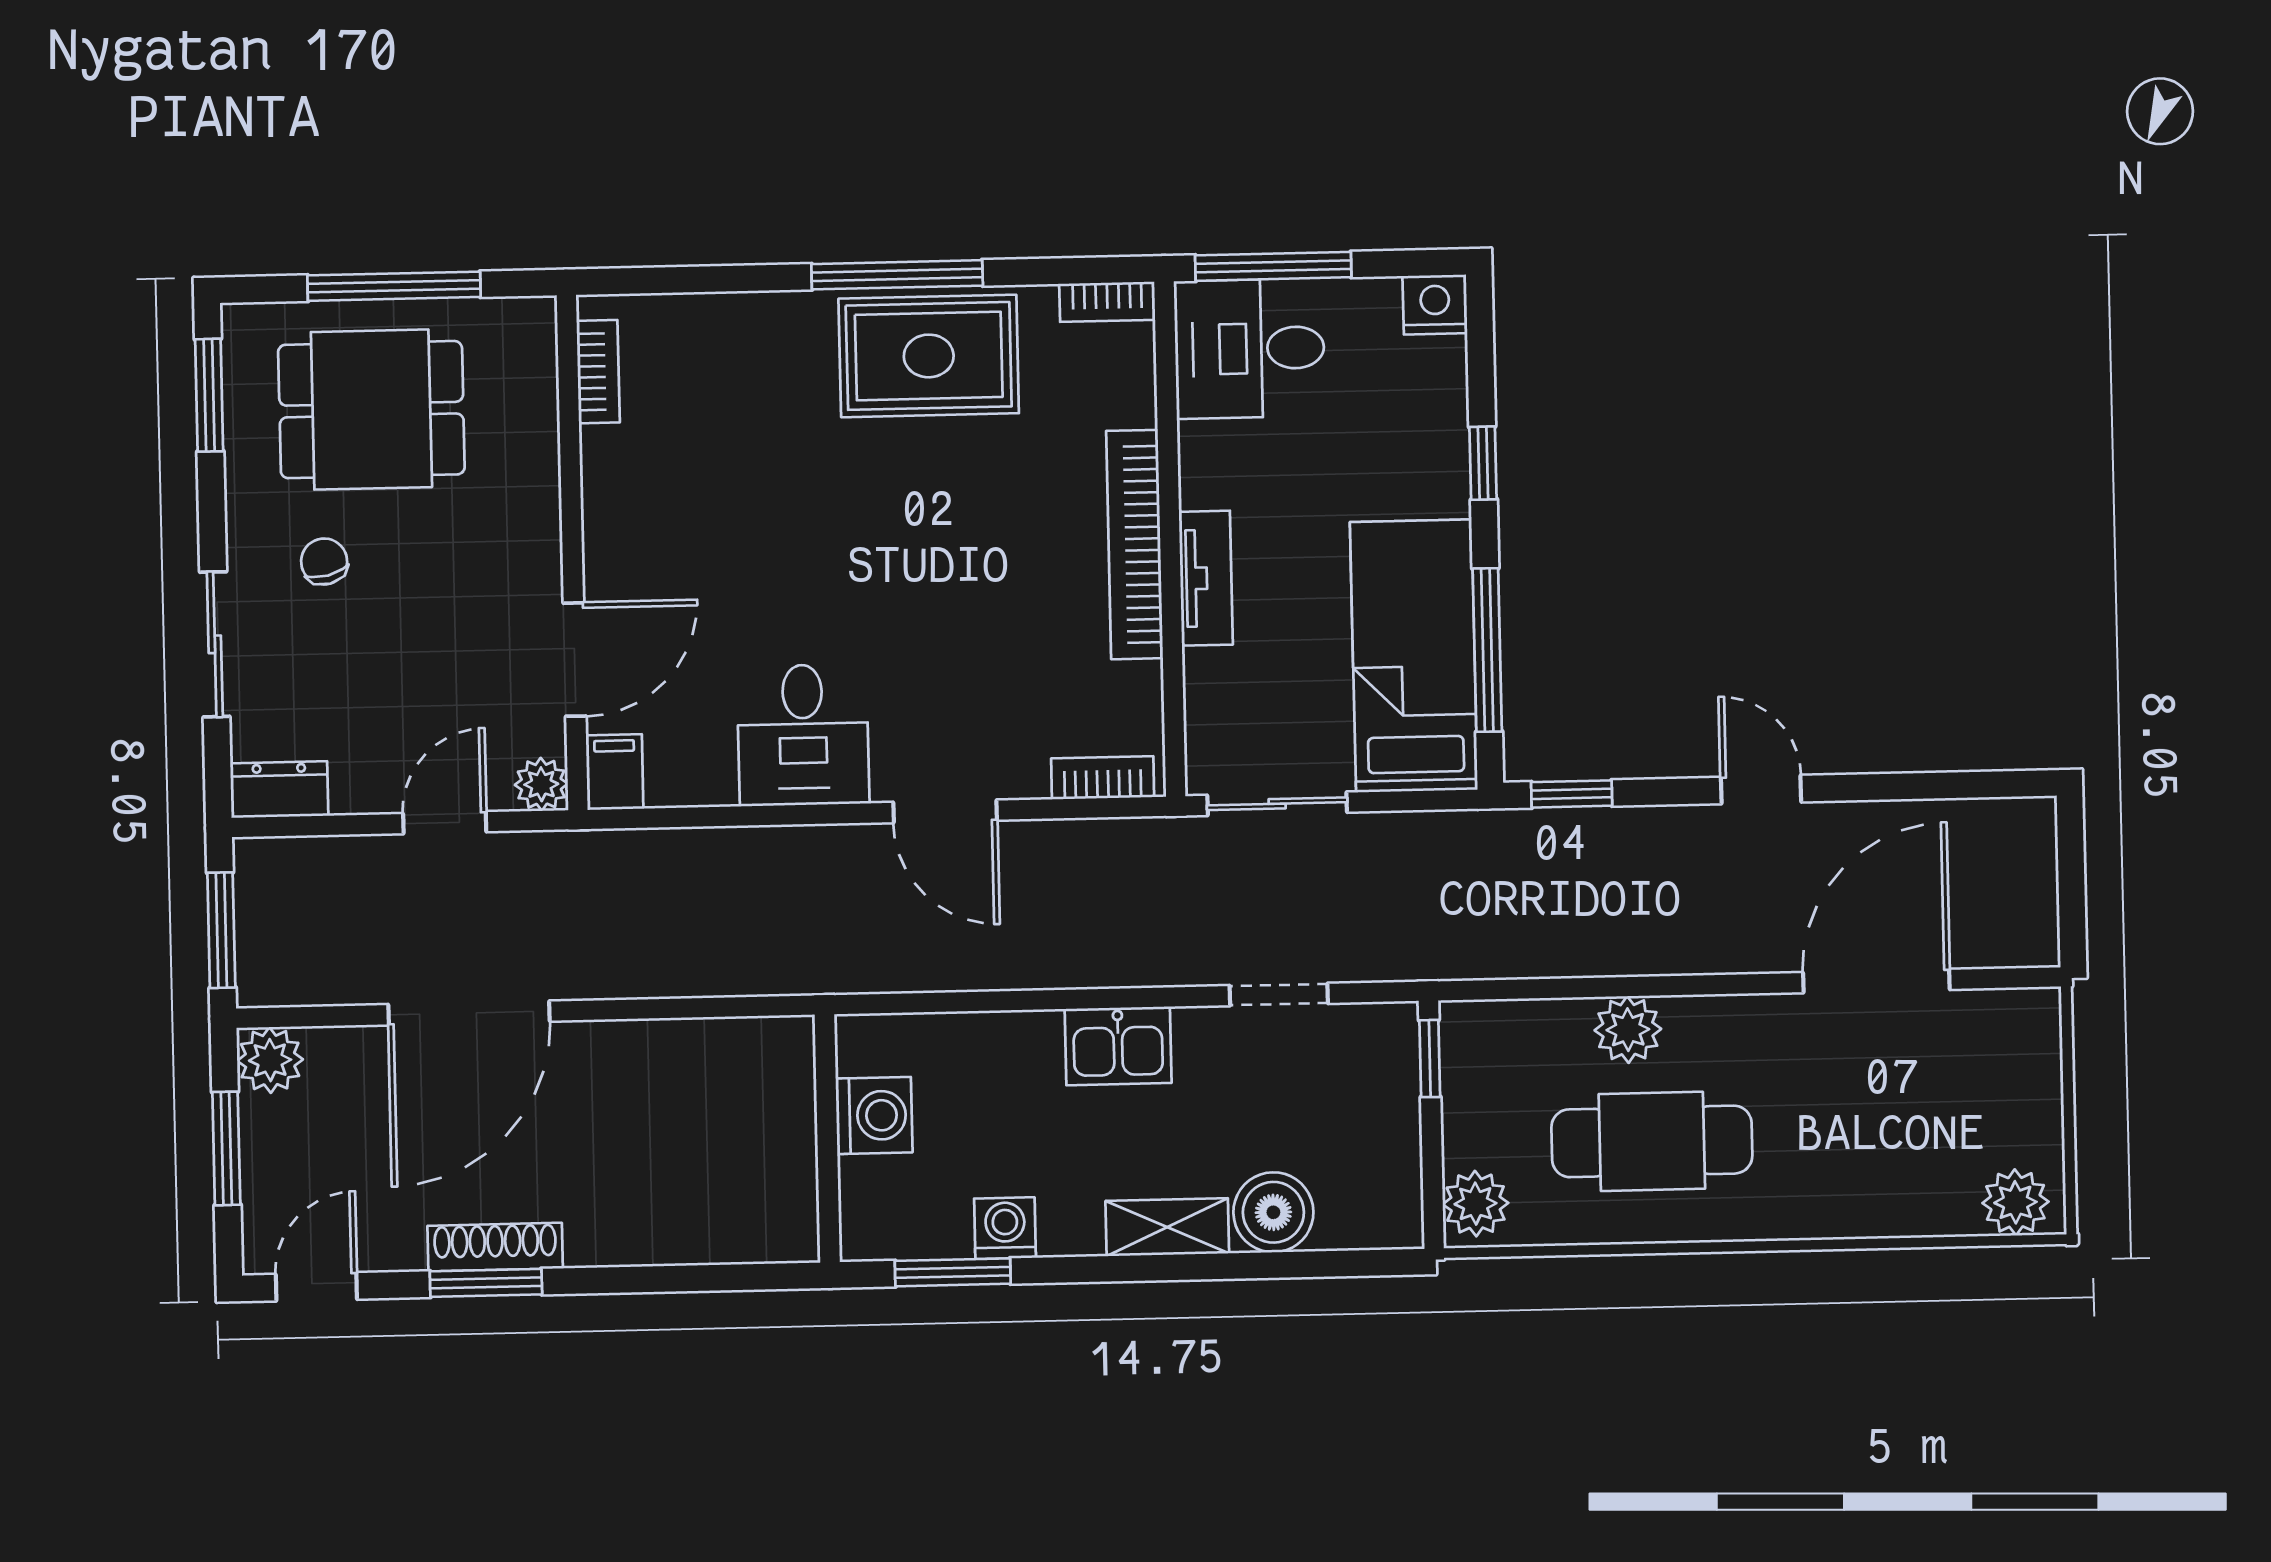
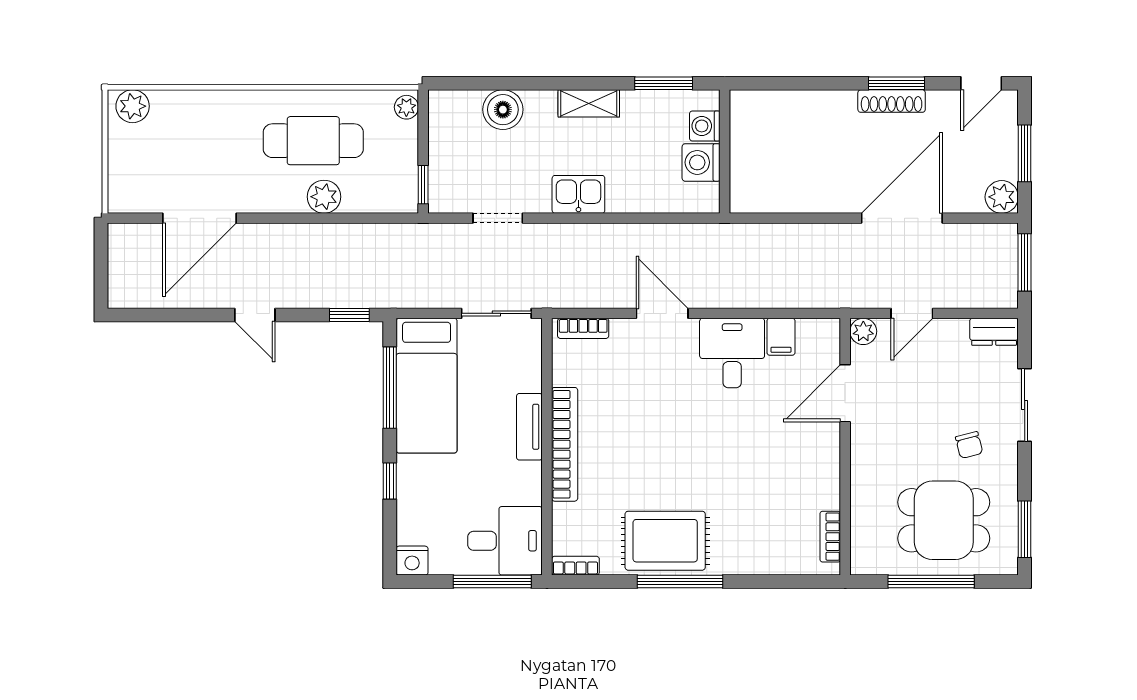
filing cabinet: (615, 772) -> (781, 337), moved
plant: (1476, 1204) -> (406, 107), width x0.73, depth x0.73
shelving: (1167, 1227) -> (589, 103), moved
washing machine: (1005, 1228) -> (705, 126), moved, turned 90

